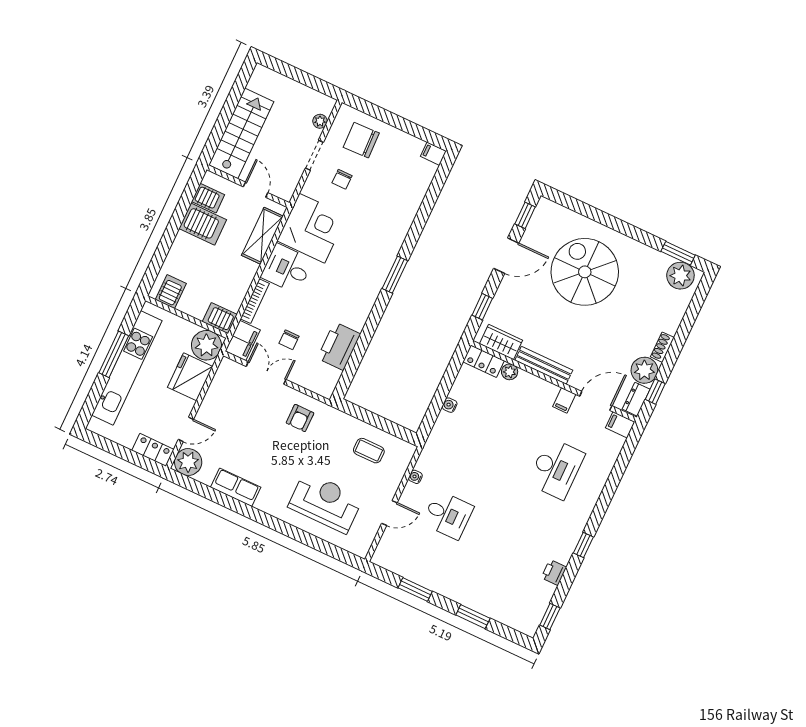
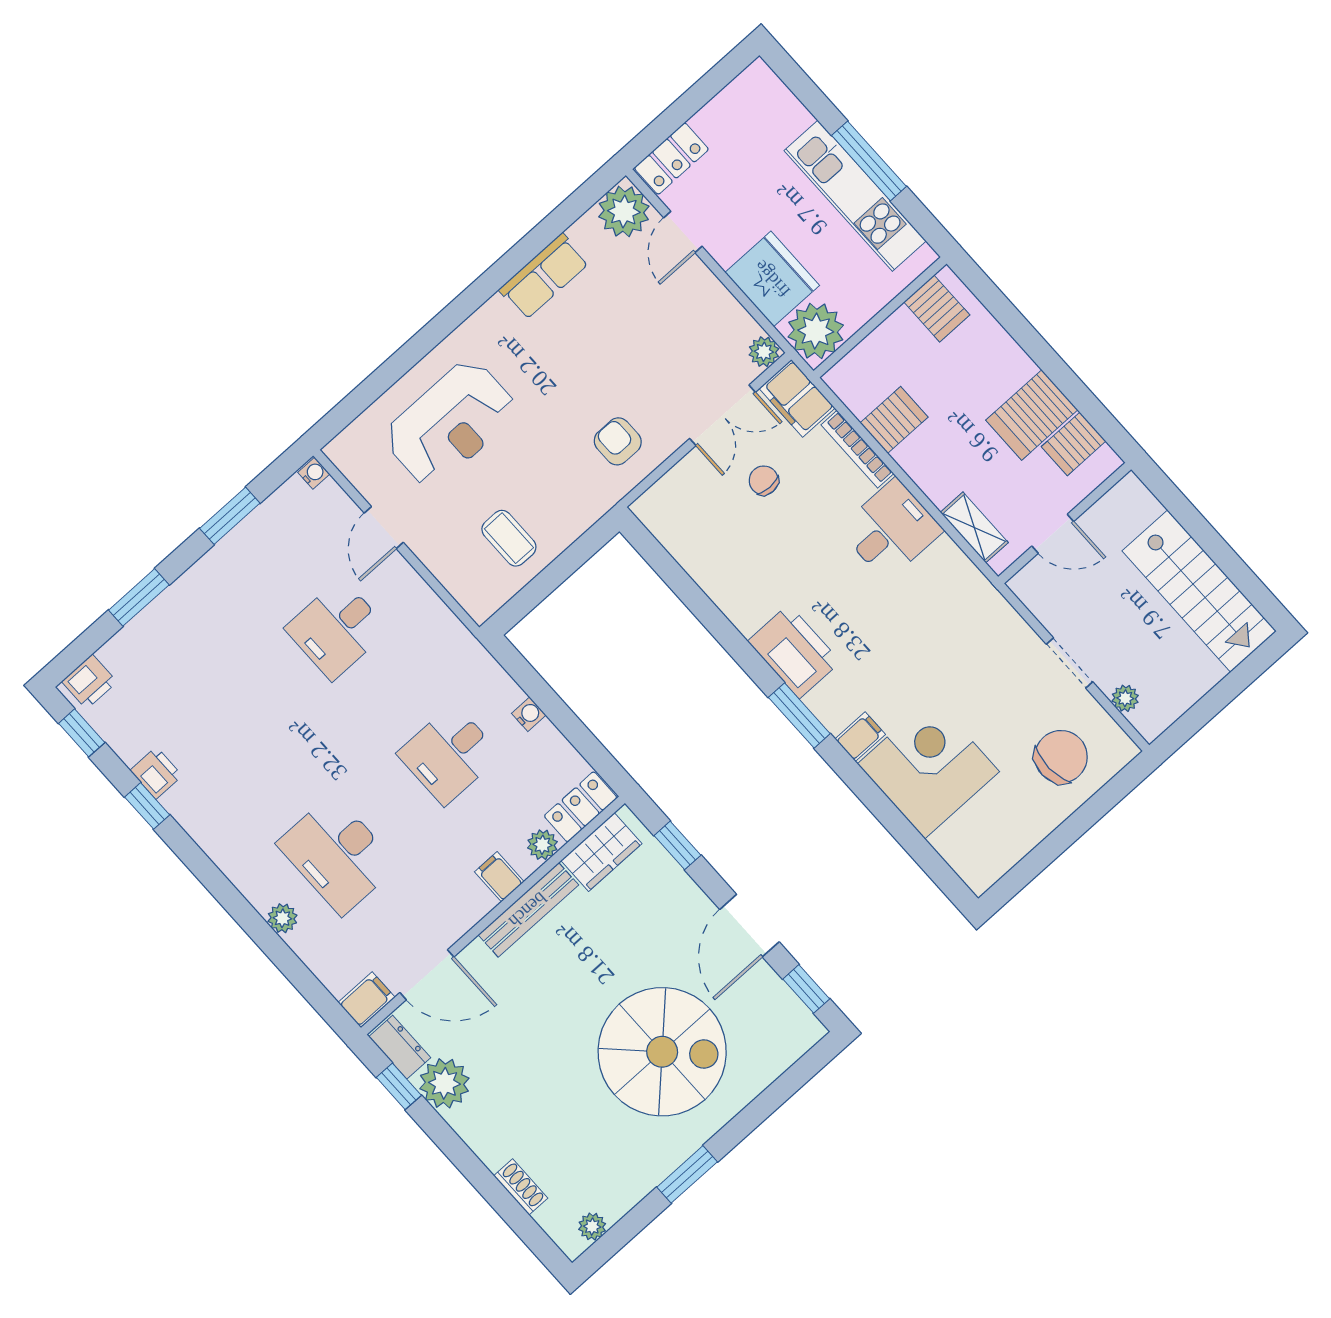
stairs: (241, 133) -> (1199, 591), moved
filing cabinet: (433, 154) -> (860, 737), moved
chair: (342, 179) -> (1006, 694), removed
corner desk: (312, 228) -> (928, 768), moved, turned 180
shelving: (262, 236) -> (974, 527), width x0.67, depth x0.75
window: (678, 253) -> (687, 1174), moved
plant: (680, 276) -> (592, 1227), width x0.53, depth x0.53
server rack: (220, 318) -> (894, 420), moved
printer: (339, 346) -> (794, 651), moved
shoe rack: (662, 347) -> (521, 1187), moved
plant: (227, 366) -> (764, 352), added
kitchen unit: (127, 368) -> (855, 196), width x0.73
filing cabinet: (564, 400) -> (499, 877), moved
door: (596, 401) -> (427, 975), hinge flipped
desk: (485, 435) -> (449, 754), added
coffee table: (369, 451) -> (509, 538), turned 90
water cooler: (415, 477) -> (314, 473), moved
plant: (598, 482) -> (282, 918), added
window: (583, 545) -> (147, 806), moved
printer: (524, 623) -> (89, 682), added

